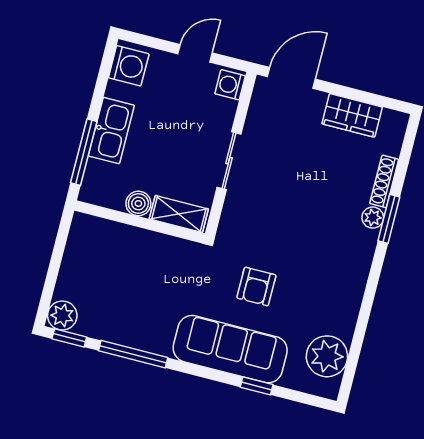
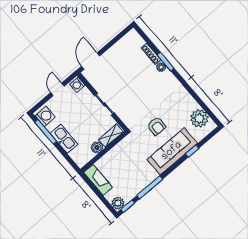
wardrobe: (352, 115) -> (119, 49), removed
window: (84, 152) -> (46, 132), moved
fireplace: (79, 248) -> (98, 180), added

